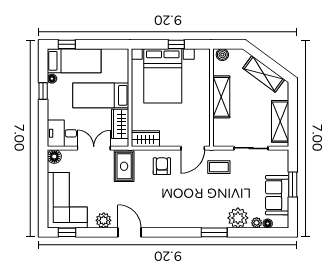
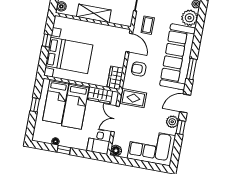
window: (67, 44) -> (35, 105), moved
bed: (74, 61) -> (56, 101), moved, turned 180
sofa: (186, 212) -> (178, 57), added
window: (67, 232) -> (181, 127), moved
window: (214, 232) -> (192, 69), moved

